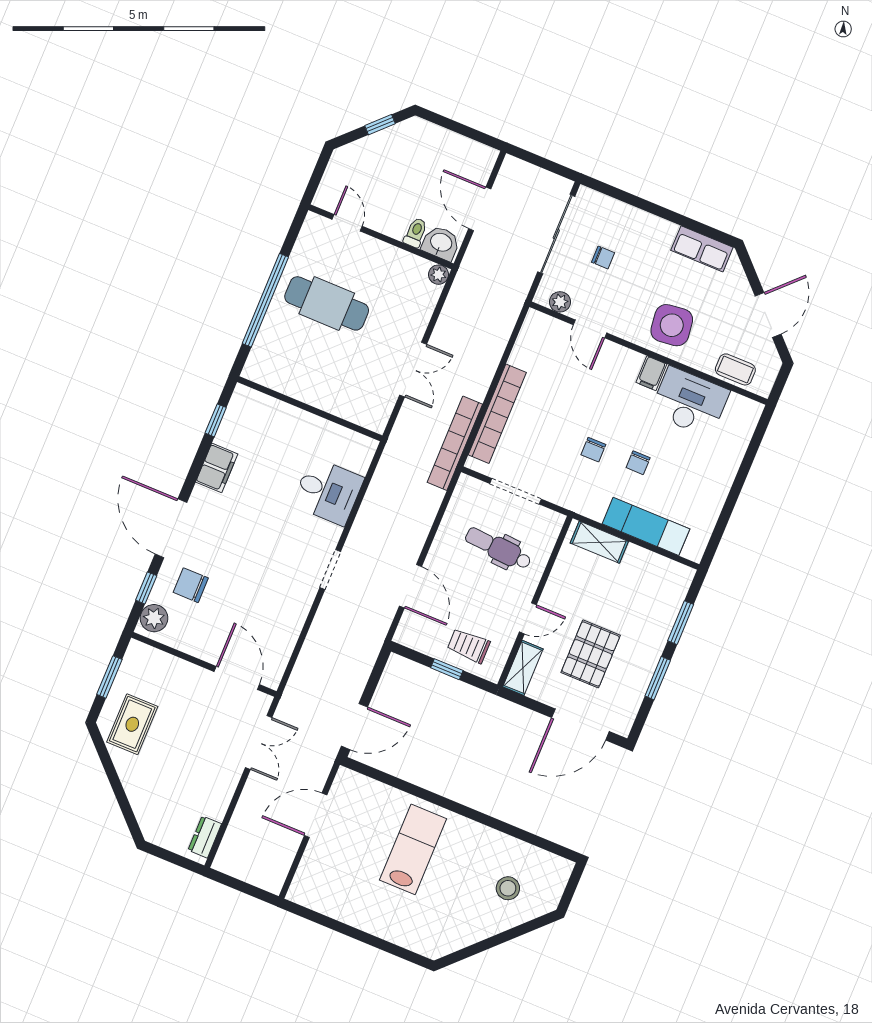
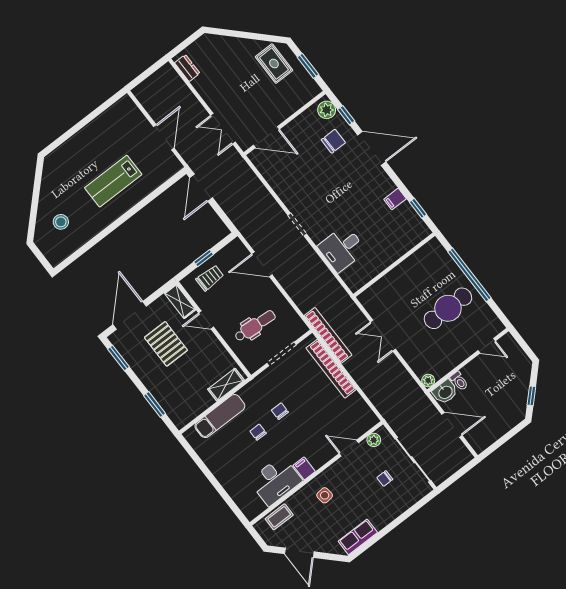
side table: (672, 325) -> (325, 495), width x0.54, depth x0.54
filing cabinet: (217, 468) -> (395, 199), width x0.50
door: (528, 618) -> (206, 320), hinge flipped
window: (658, 678) -> (119, 358), moved
lab bench: (413, 849) -> (113, 181), turned 90

